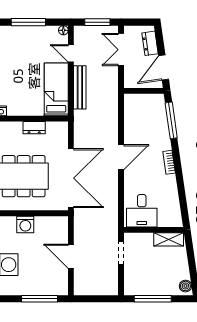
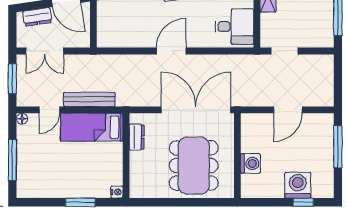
dresser: (34, 128) -> (137, 137), moved
door: (121, 157) -> (171, 51), hinge flipped

